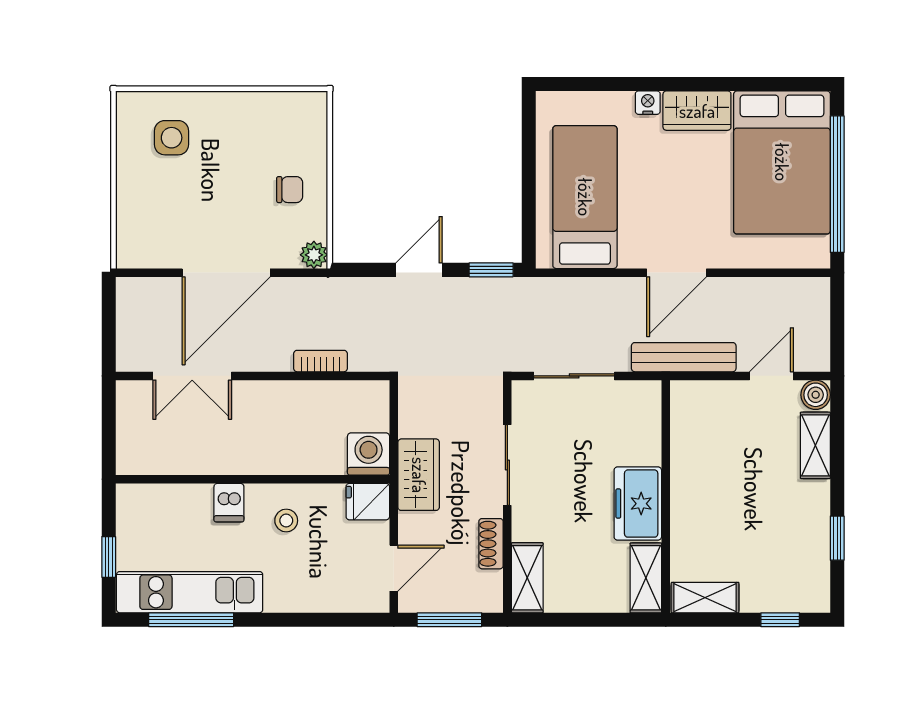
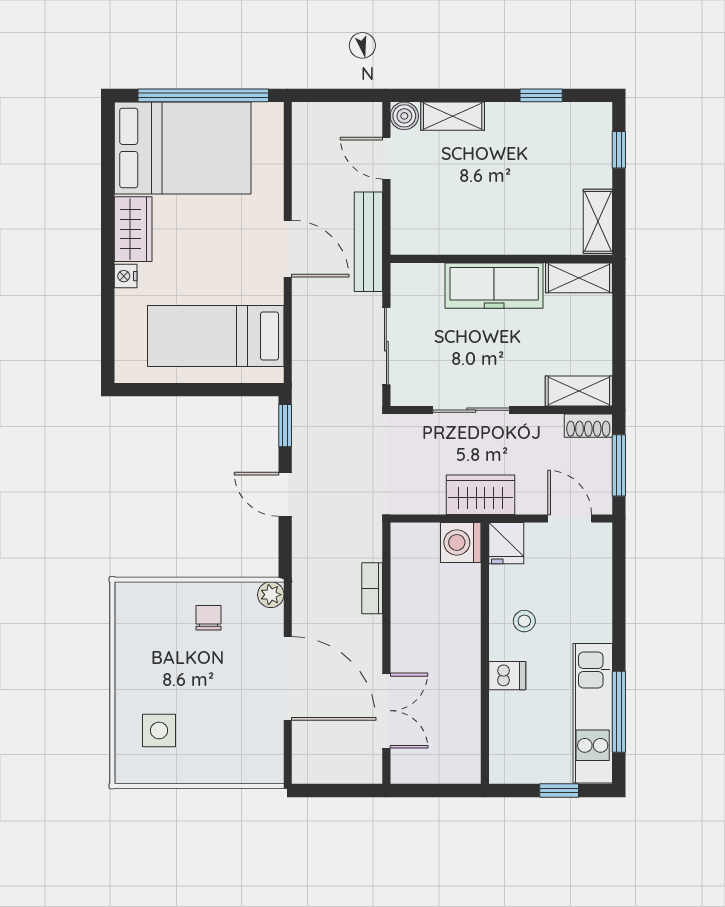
freezer: (638, 504) -> (494, 286), width x1.40
shoe rack: (491, 544) -> (588, 426), moved

